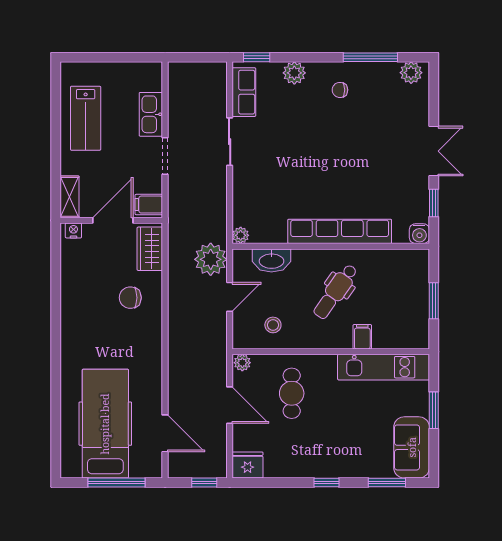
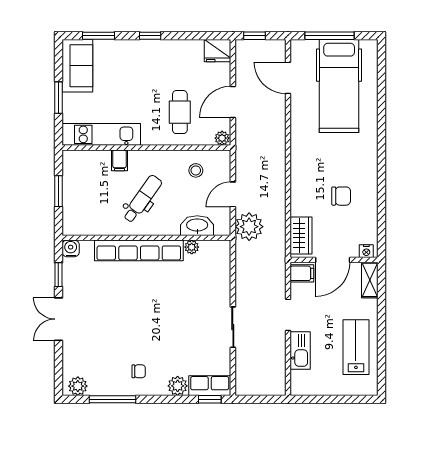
row of seats: (244, 92) -> (210, 386), moved, turned 90
plant: (241, 235) -> (192, 247), moved
chair: (130, 298) -> (341, 196), moved
door: (230, 405) -> (233, 102), hinge flipped

